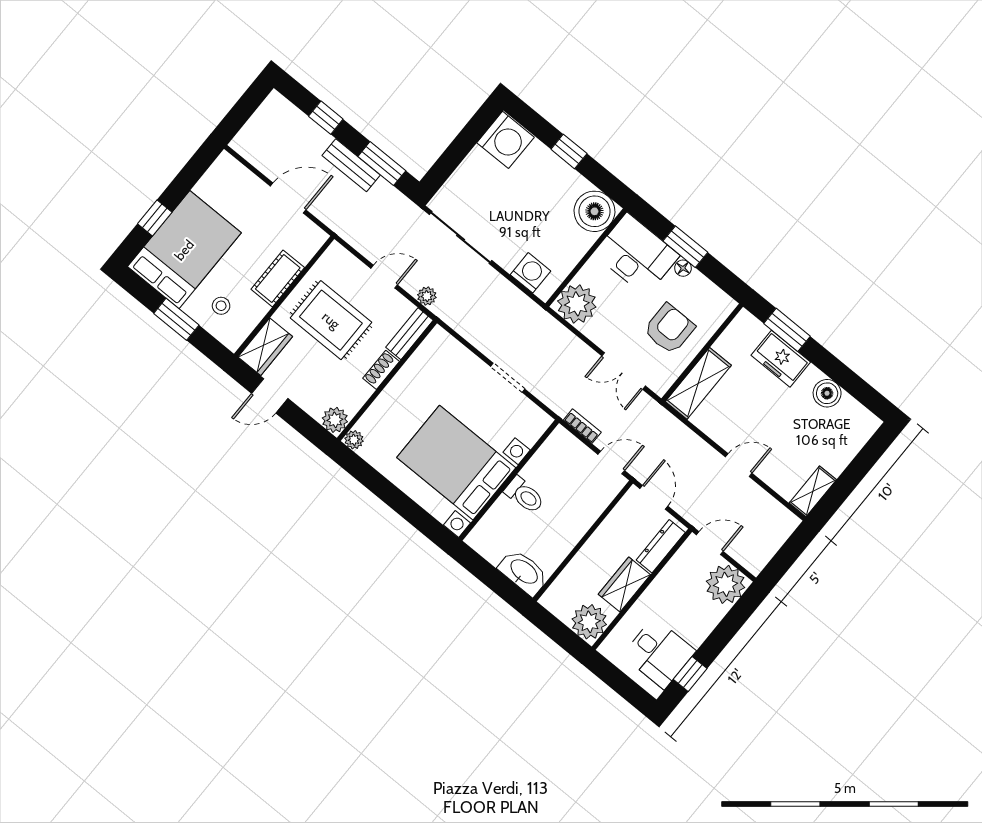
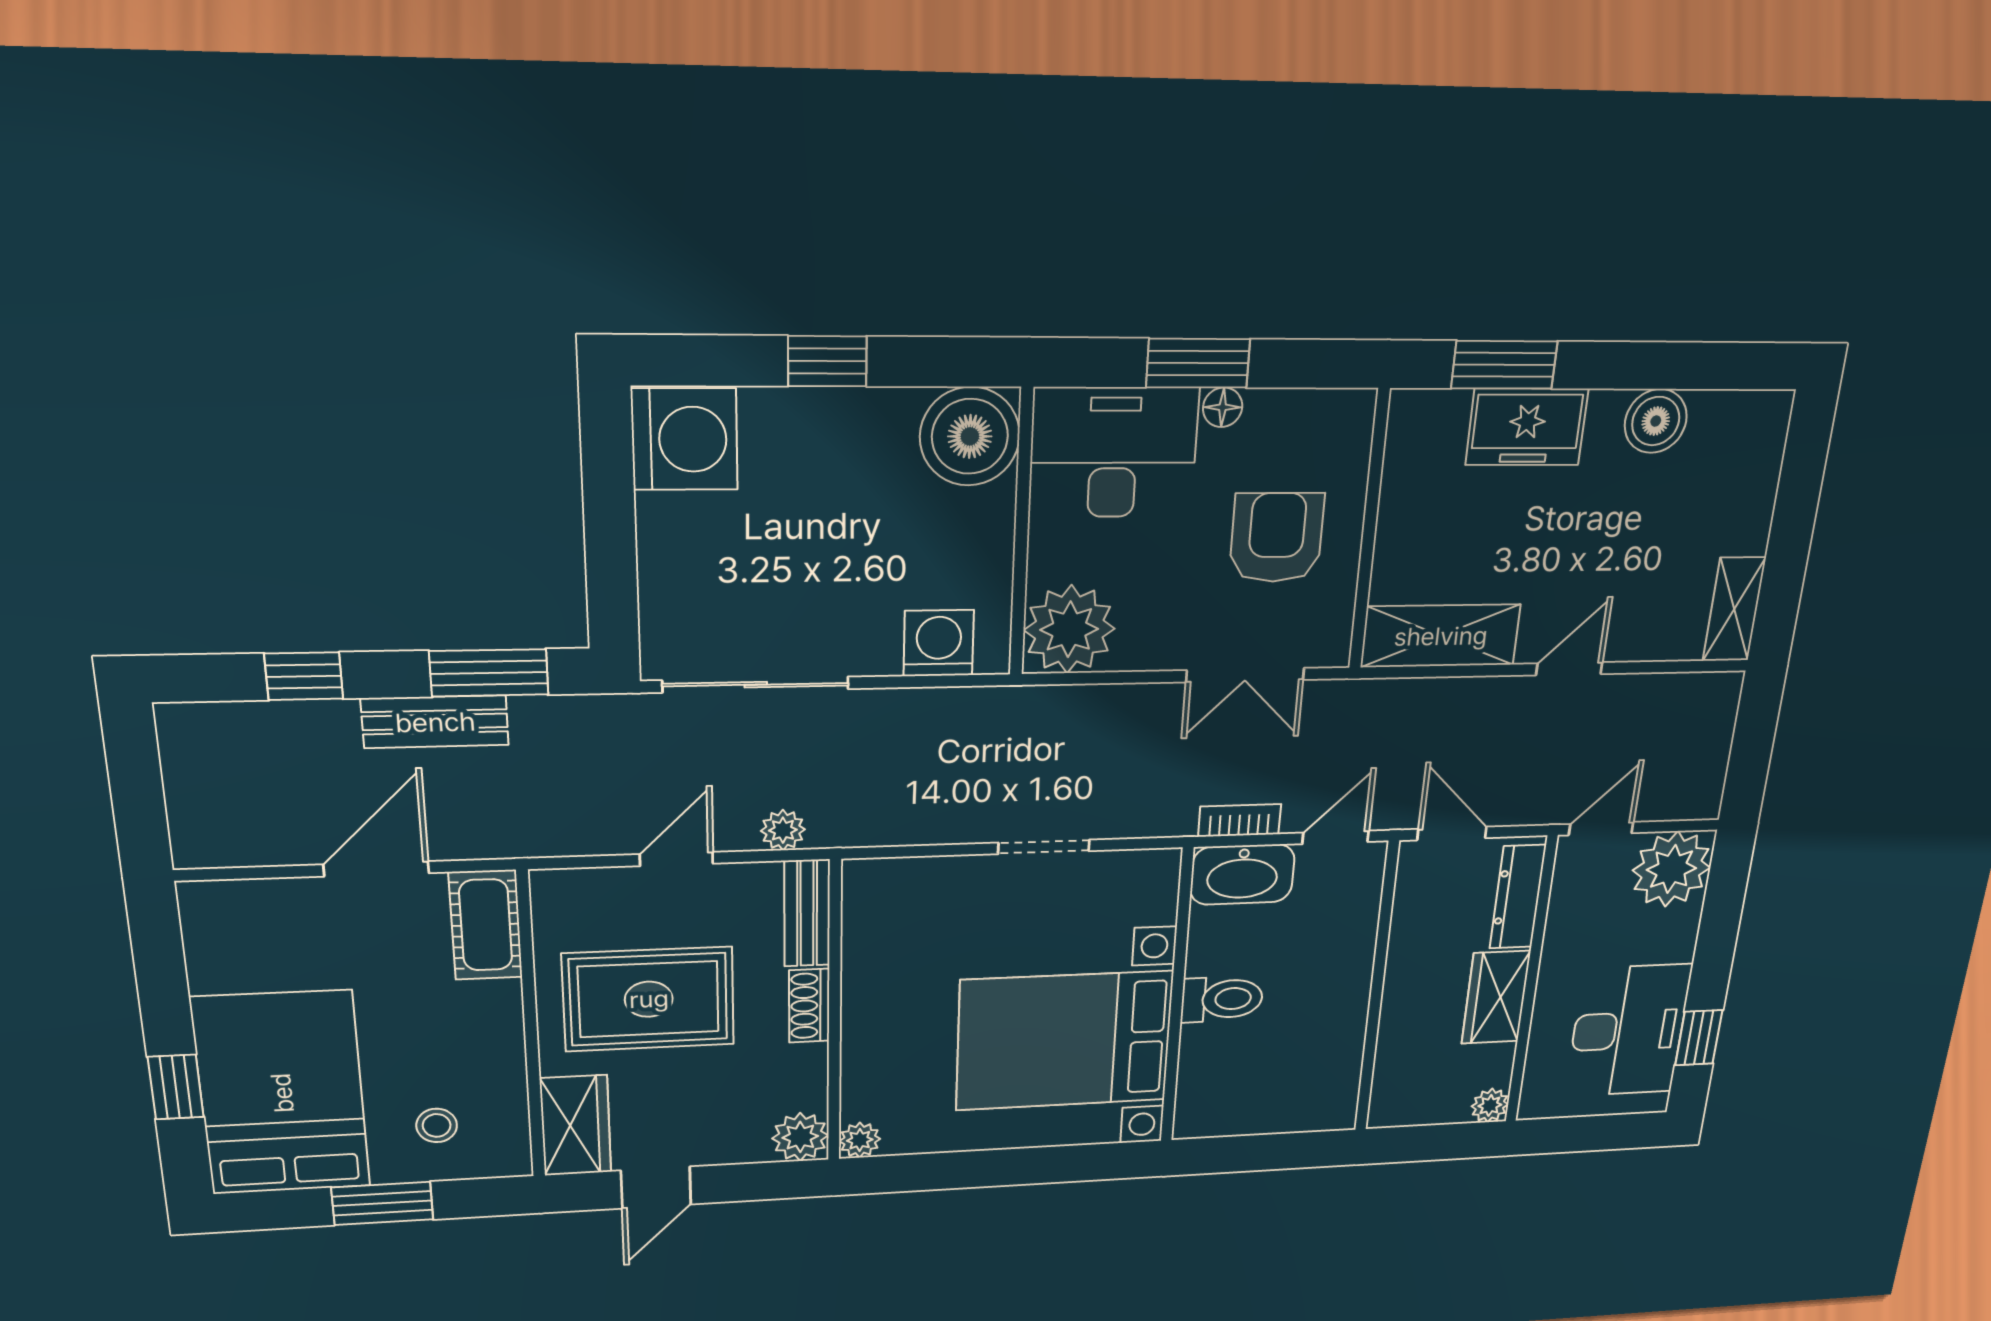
cot: (278, 278) -> (486, 925), moved
shelving: (698, 383) -> (1441, 636), moved, turned 90
washbasin: (524, 572) -> (1242, 875), moved, turned 180
plant: (589, 622) -> (1490, 1105), width x0.53, depth x0.53
desk: (659, 653) -> (1628, 1031), width x1.37

